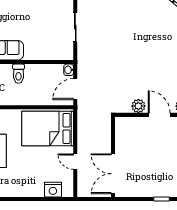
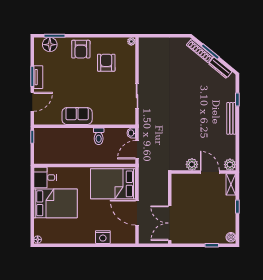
toilet: (18, 74) -> (99, 136), moved
door: (75, 162) -> (137, 213), width x1.87
nightstand: (53, 190) -> (103, 237), moved

